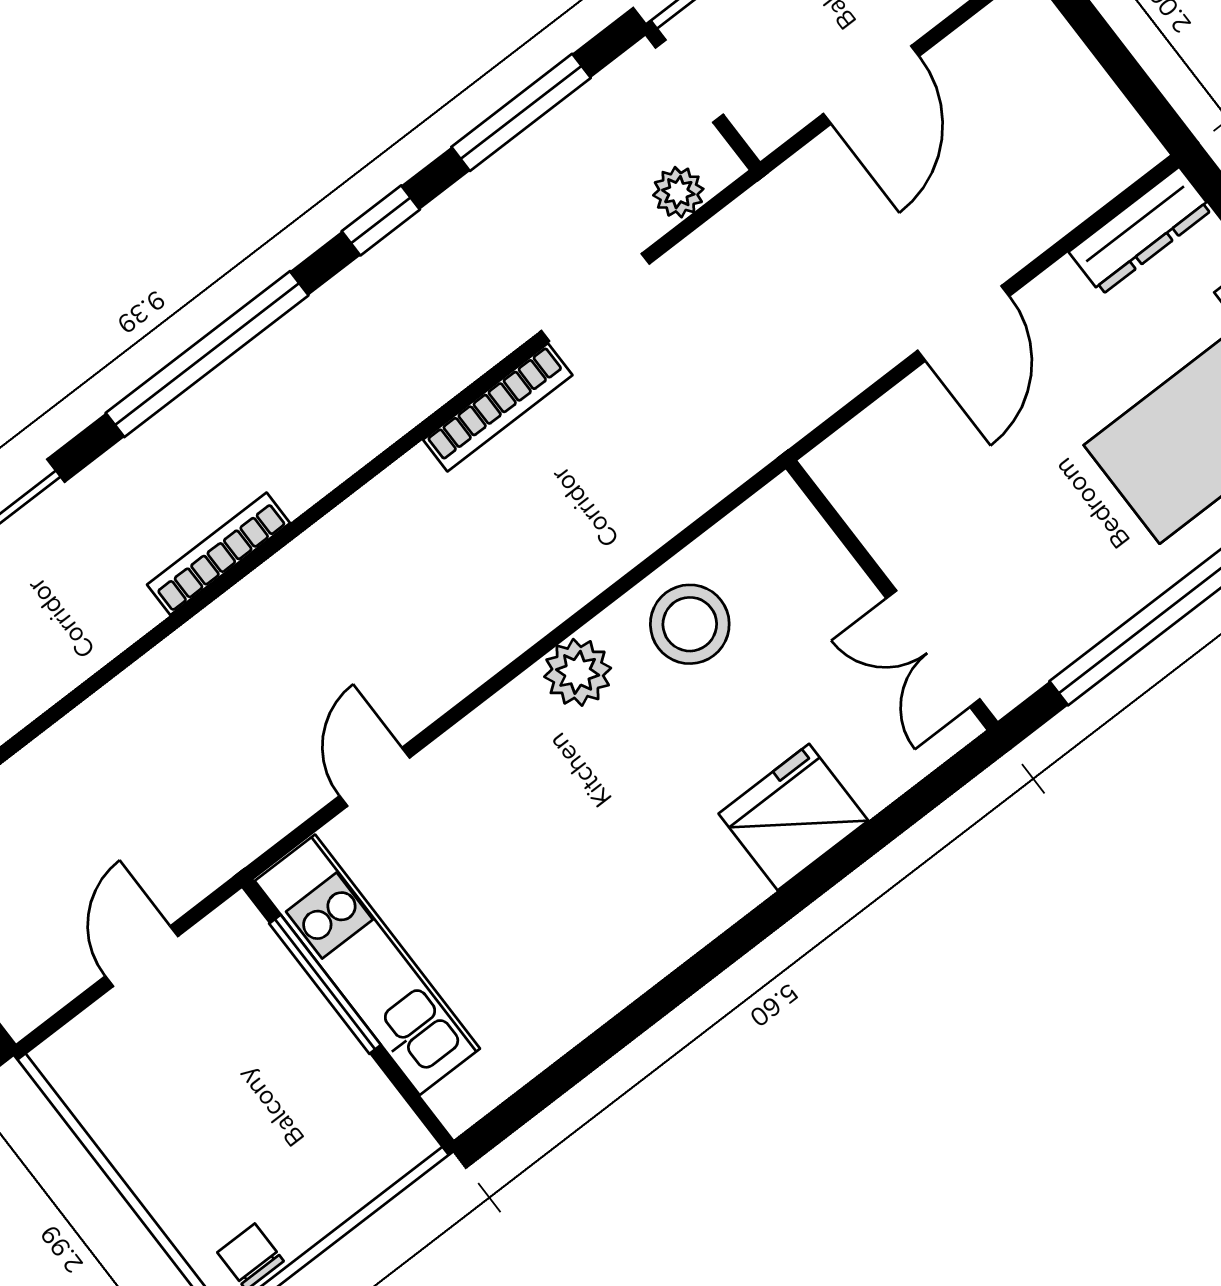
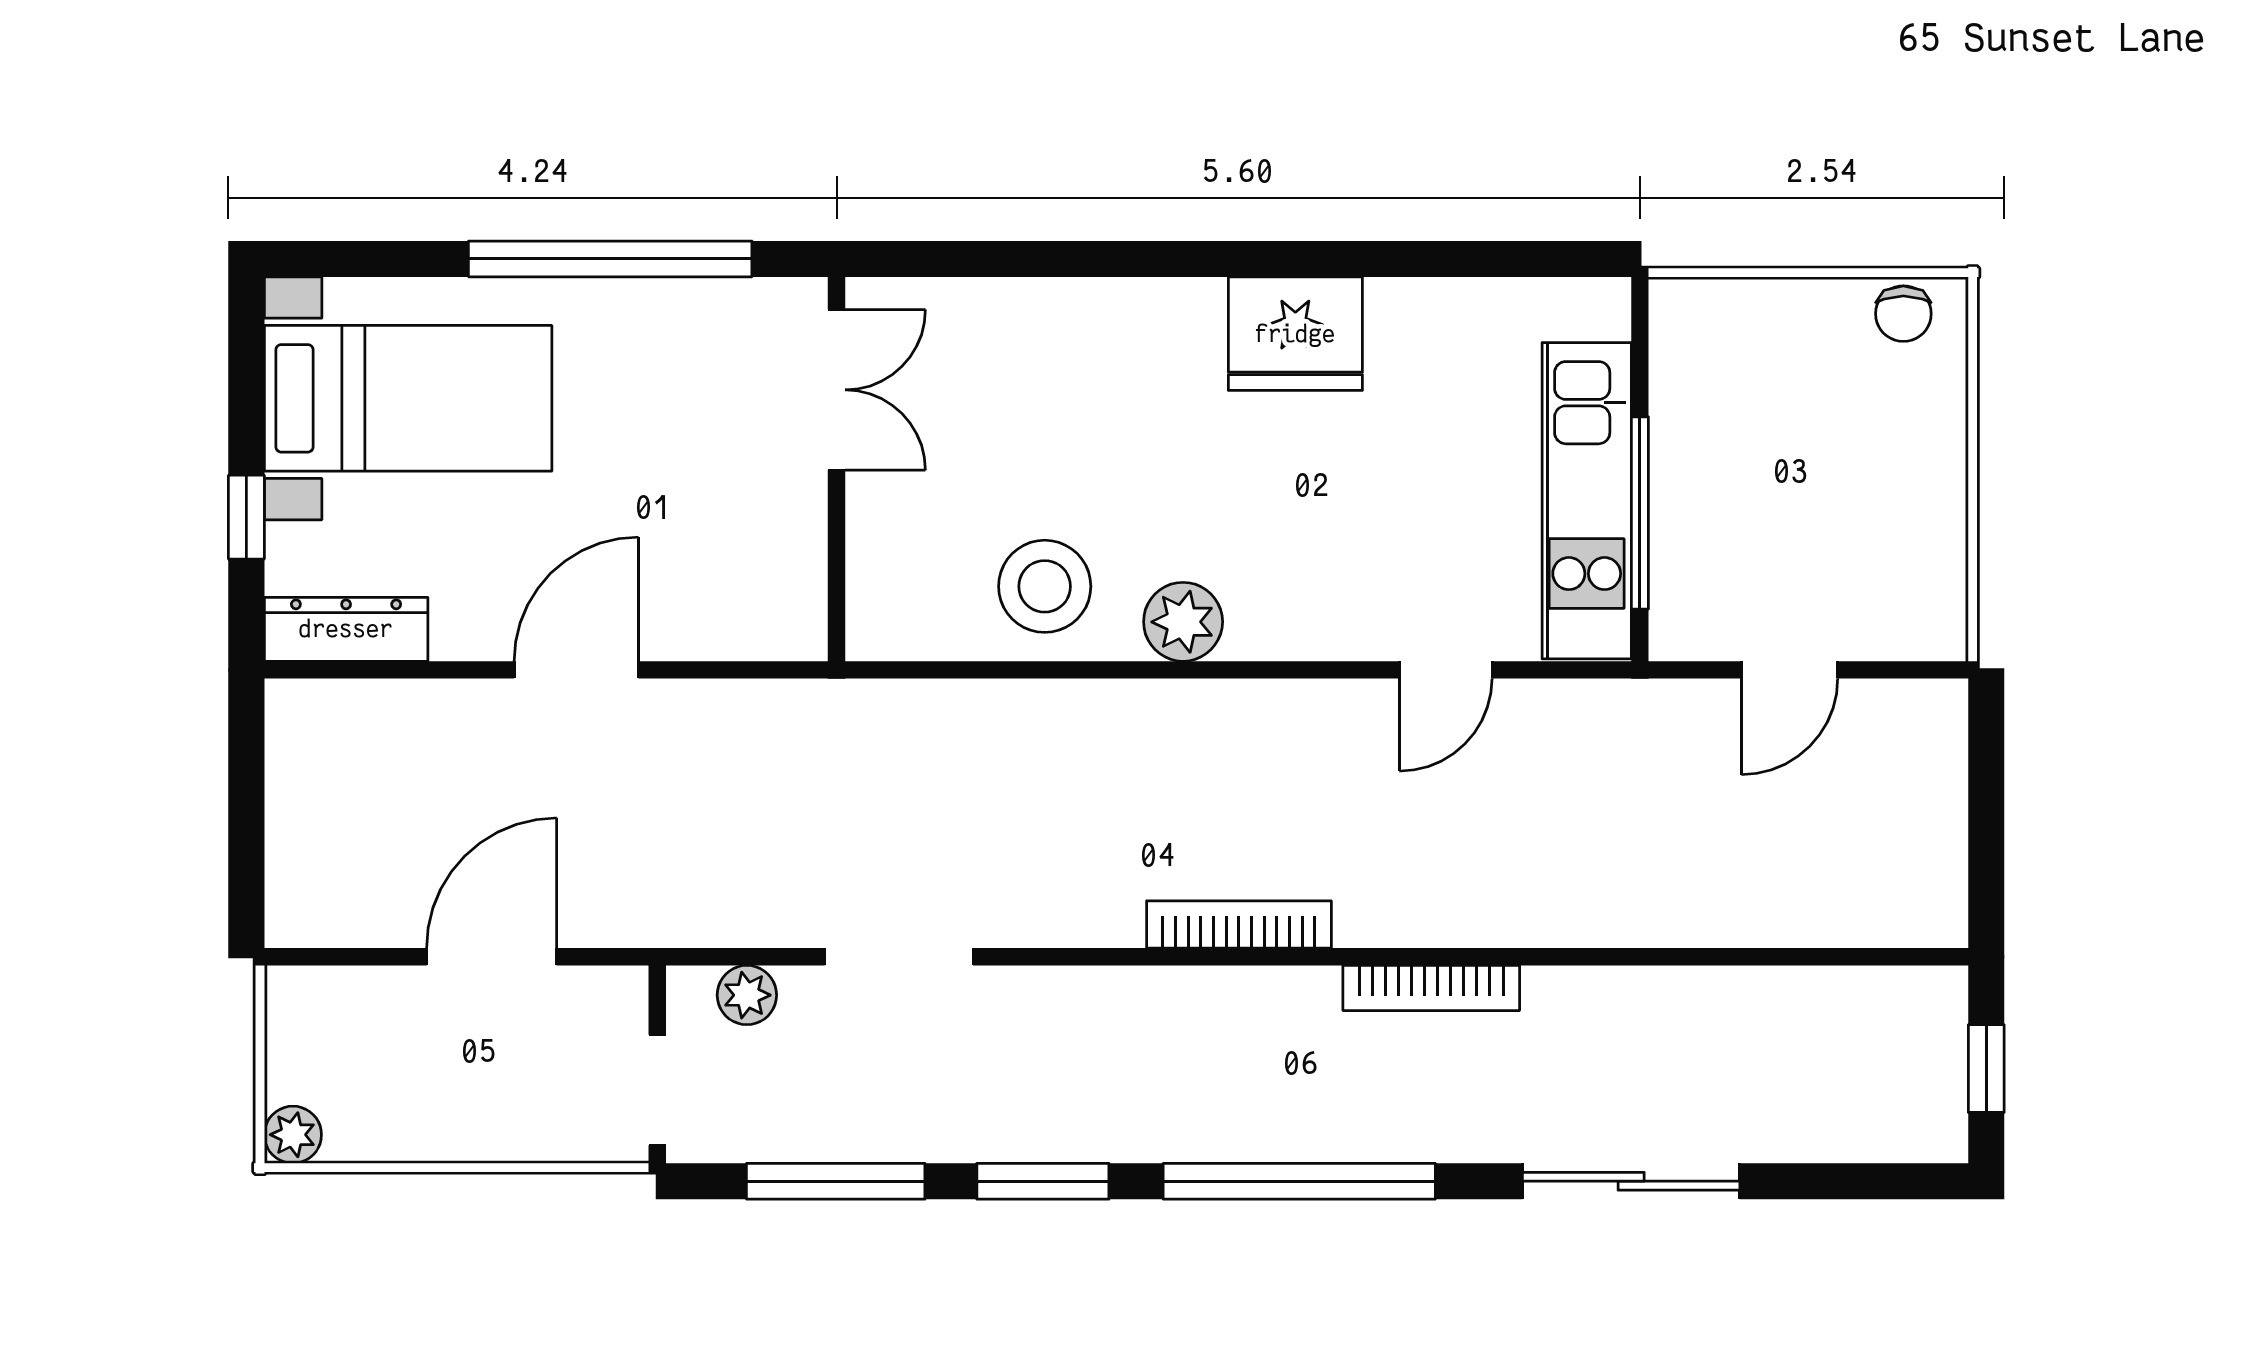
window: (381, 220) -> (1043, 1181), width x1.50
bookcase: (498, 407) -> (1239, 925), moved
fridge: (793, 817) -> (1295, 334), moved

